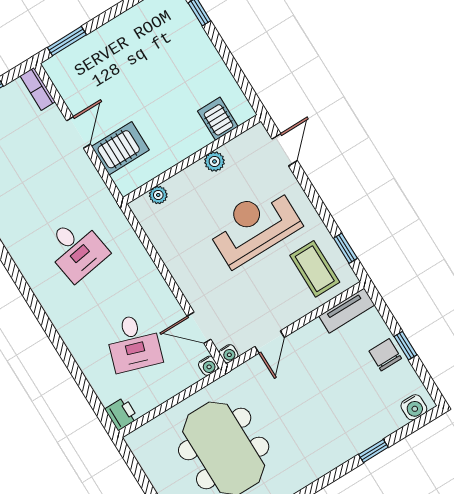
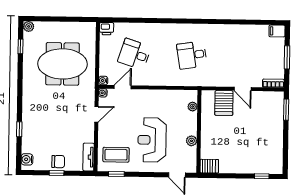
server rack: (218, 119) -> (209, 166), moved
reception desk: (254, 226) -> (152, 140), turned 180
door: (270, 342) -> (96, 114), swing flipped

